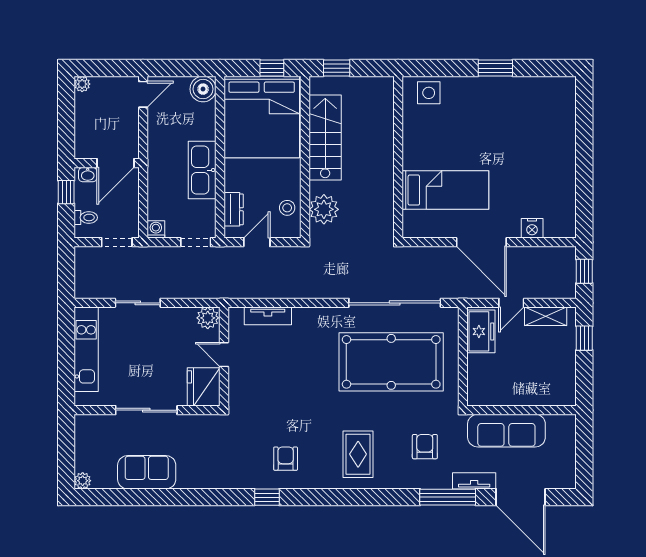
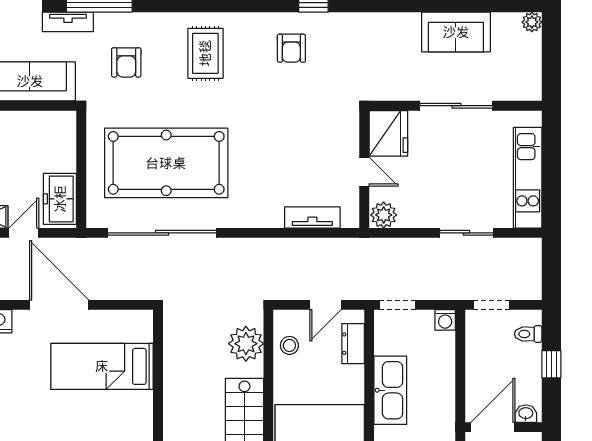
wall: (107, 163) -> (503, 427), moved
door: (115, 163) -> (493, 427), moved
washbasin: (88, 175) -> (526, 414), moved

